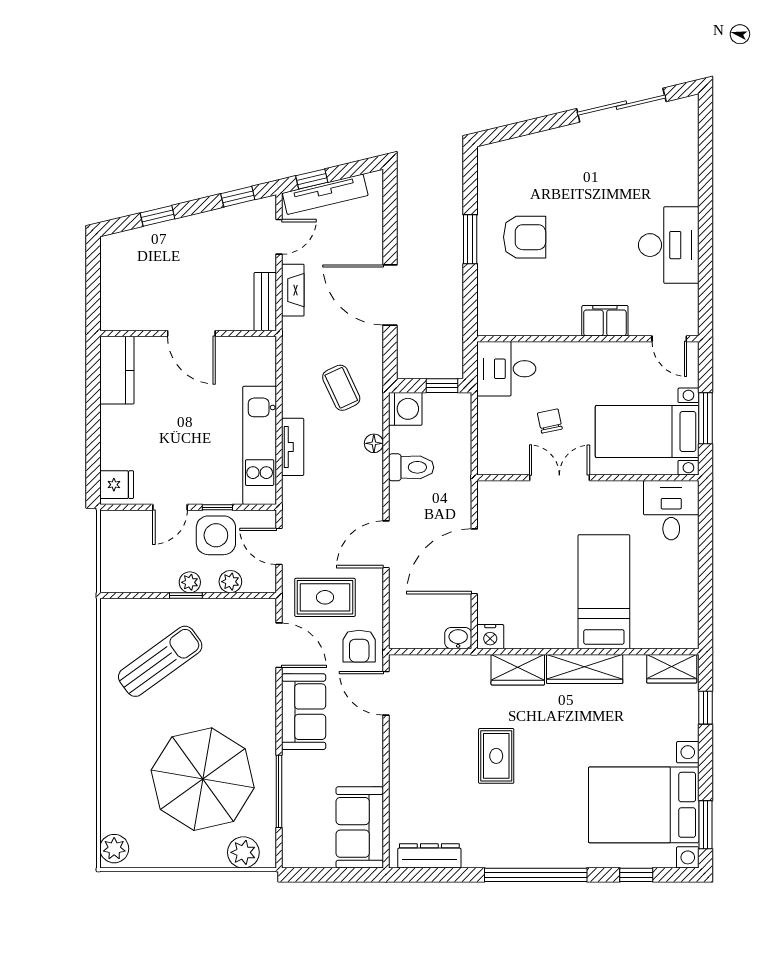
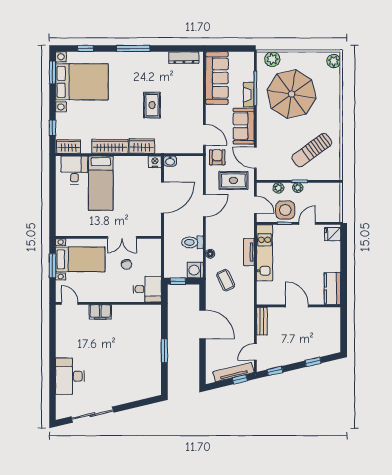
armchair: (525, 237) -> (139, 352), removed
desk: (669, 245) -> (70, 376), moved
fireplace: (293, 290) -> (249, 95), moved
desk: (671, 510) -> (74, 170), moved, turned 180
sofa: (360, 827) -> (217, 78), width x1.36
window: (536, 875) -> (133, 48), width x0.68

